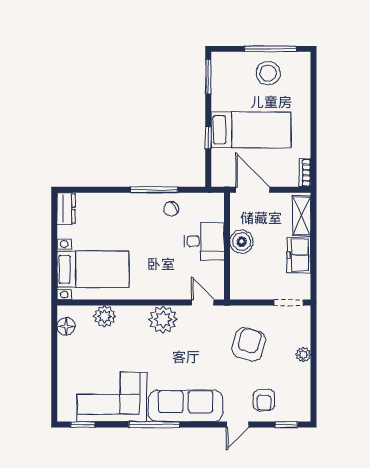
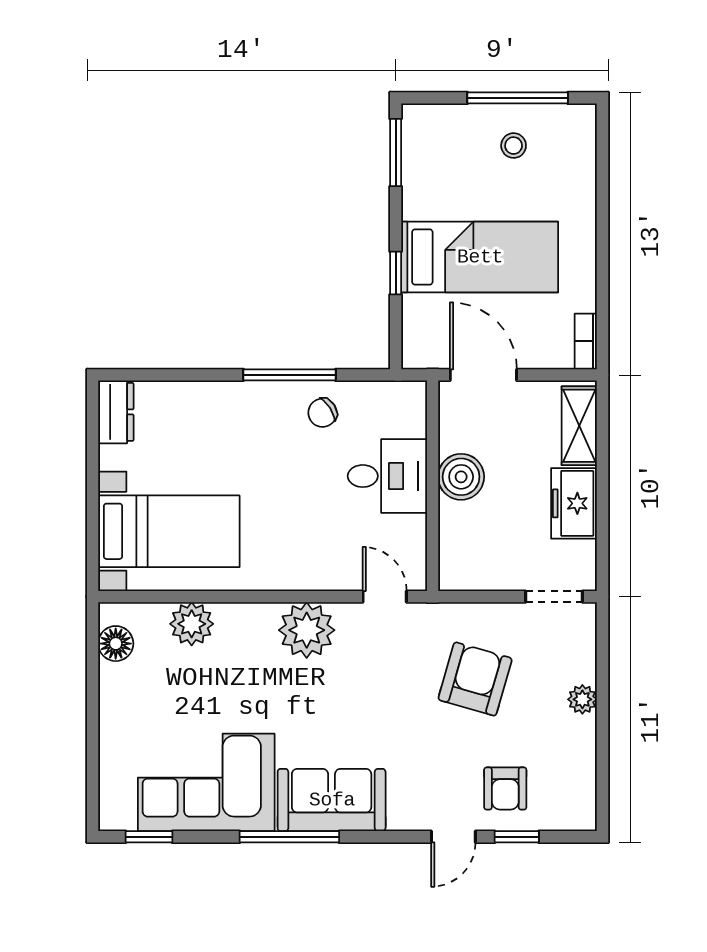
stool: (268, 73) -> (514, 146), width x0.53, depth x0.53
sofa: (186, 406) -> (332, 800), width x0.73
window: (286, 425) -> (517, 837), moved

